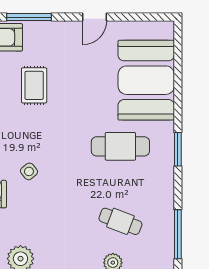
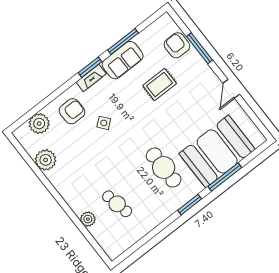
door: (94, 17) -> (231, 89), hinge flipped
cafe table: (120, 221) -> (117, 204), turned -33
window: (178, 234) -> (225, 177), moved

